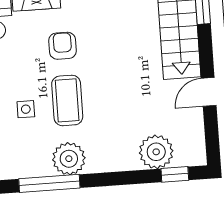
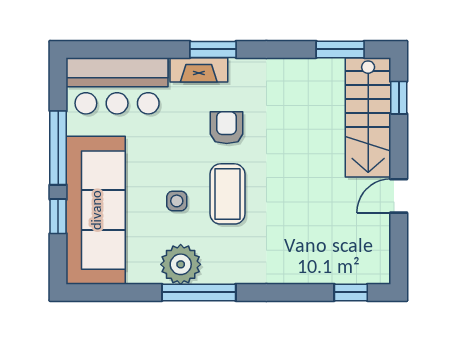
plant: (156, 152) -> (330, 264), removed
plant: (69, 159) -> (181, 264), moved

